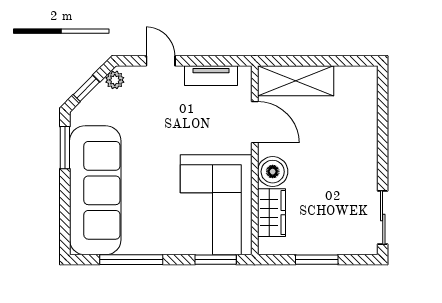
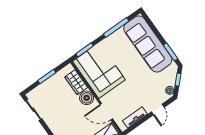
door: (161, 61) -> (158, 110), hinge flipped

